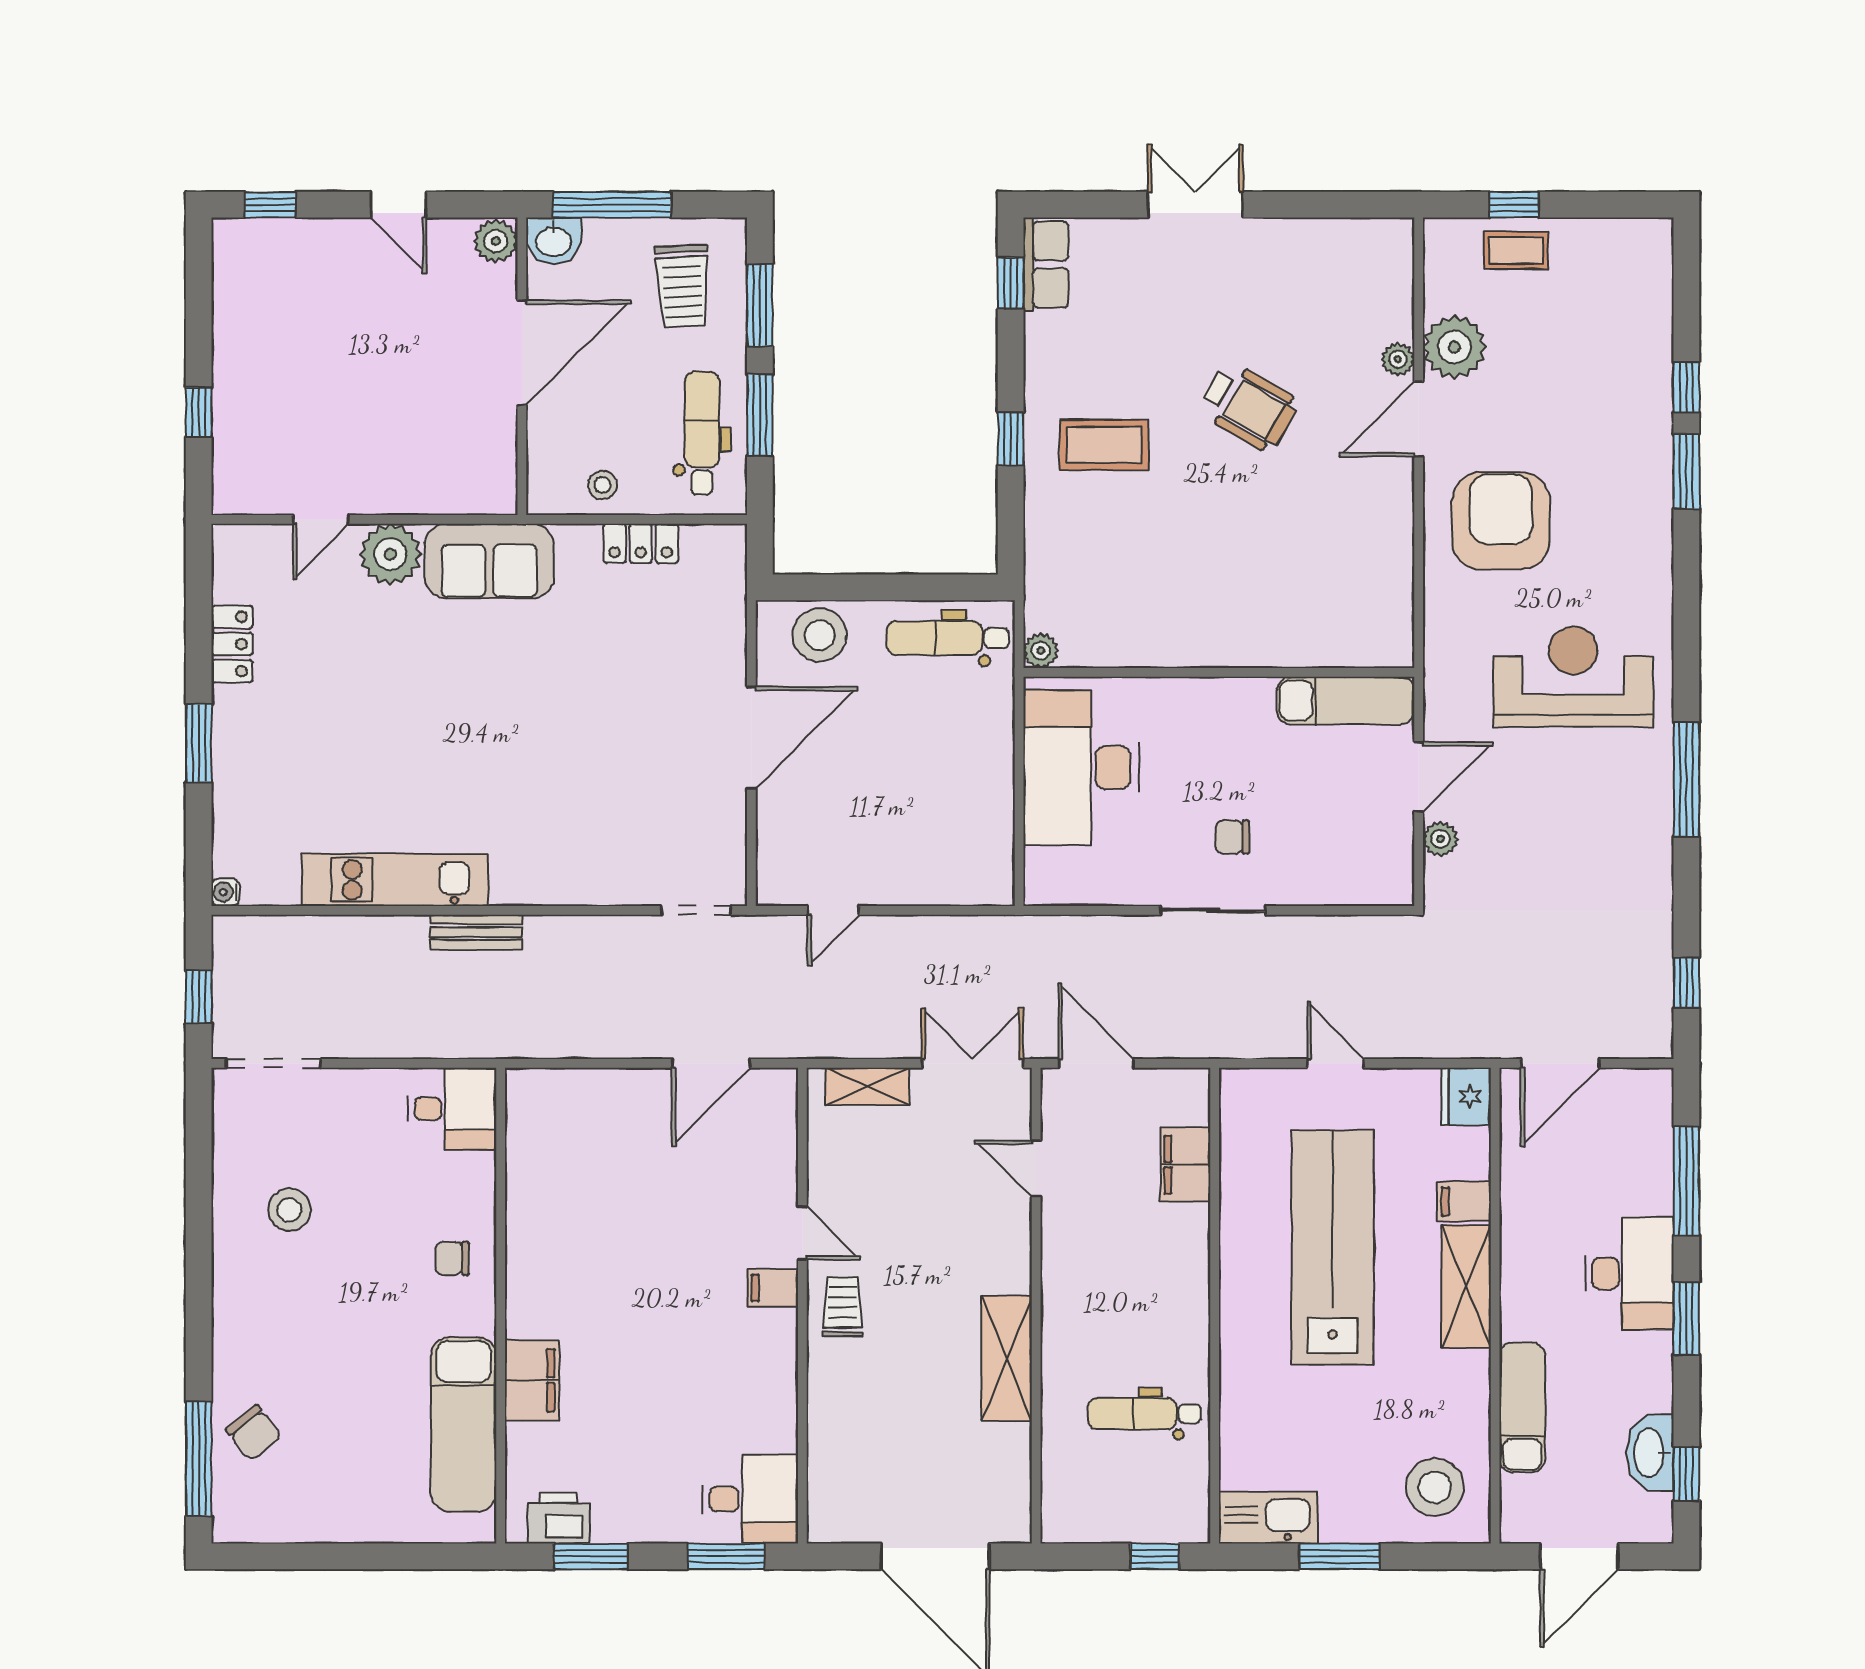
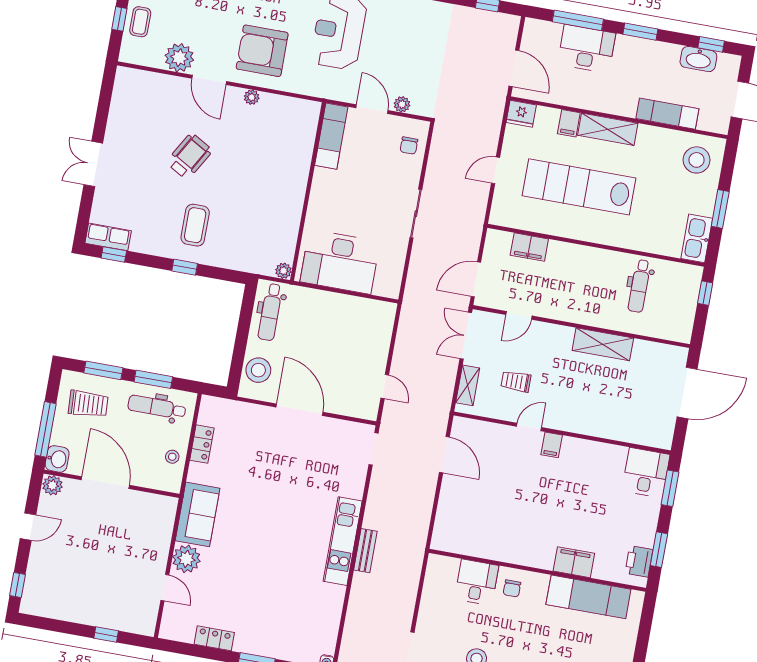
plant: (1398, 359) -> (252, 97), moved
chair: (1232, 837) -> (409, 146), moved
kitchen unit: (395, 880) -> (343, 541), moved
desk: (452, 1109) -> (477, 582), moved
desk: (1629, 1273) -> (586, 49), moved
trolley: (843, 1307) -> (516, 381), moved

